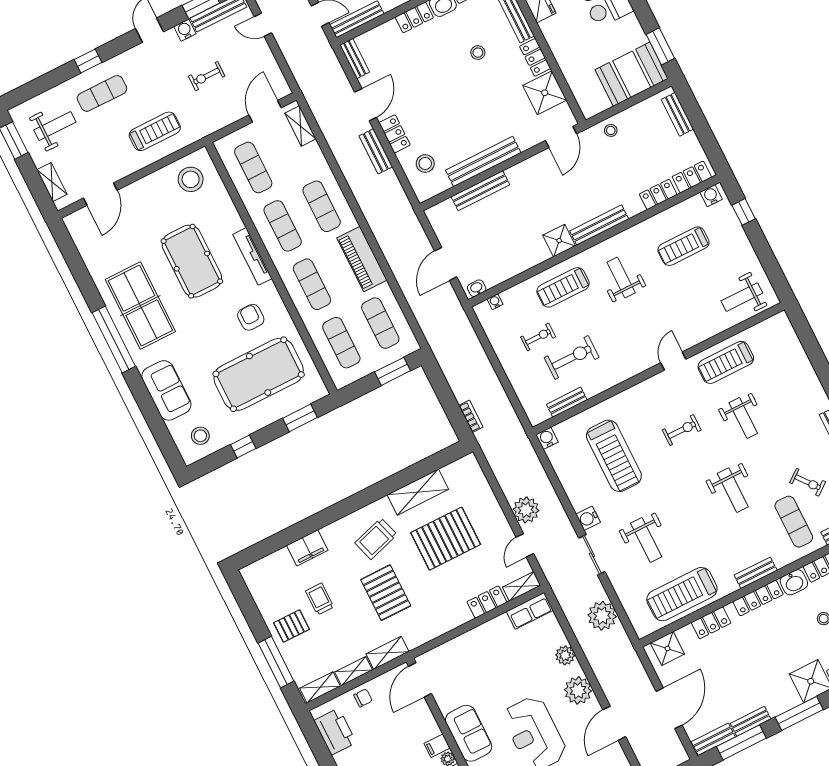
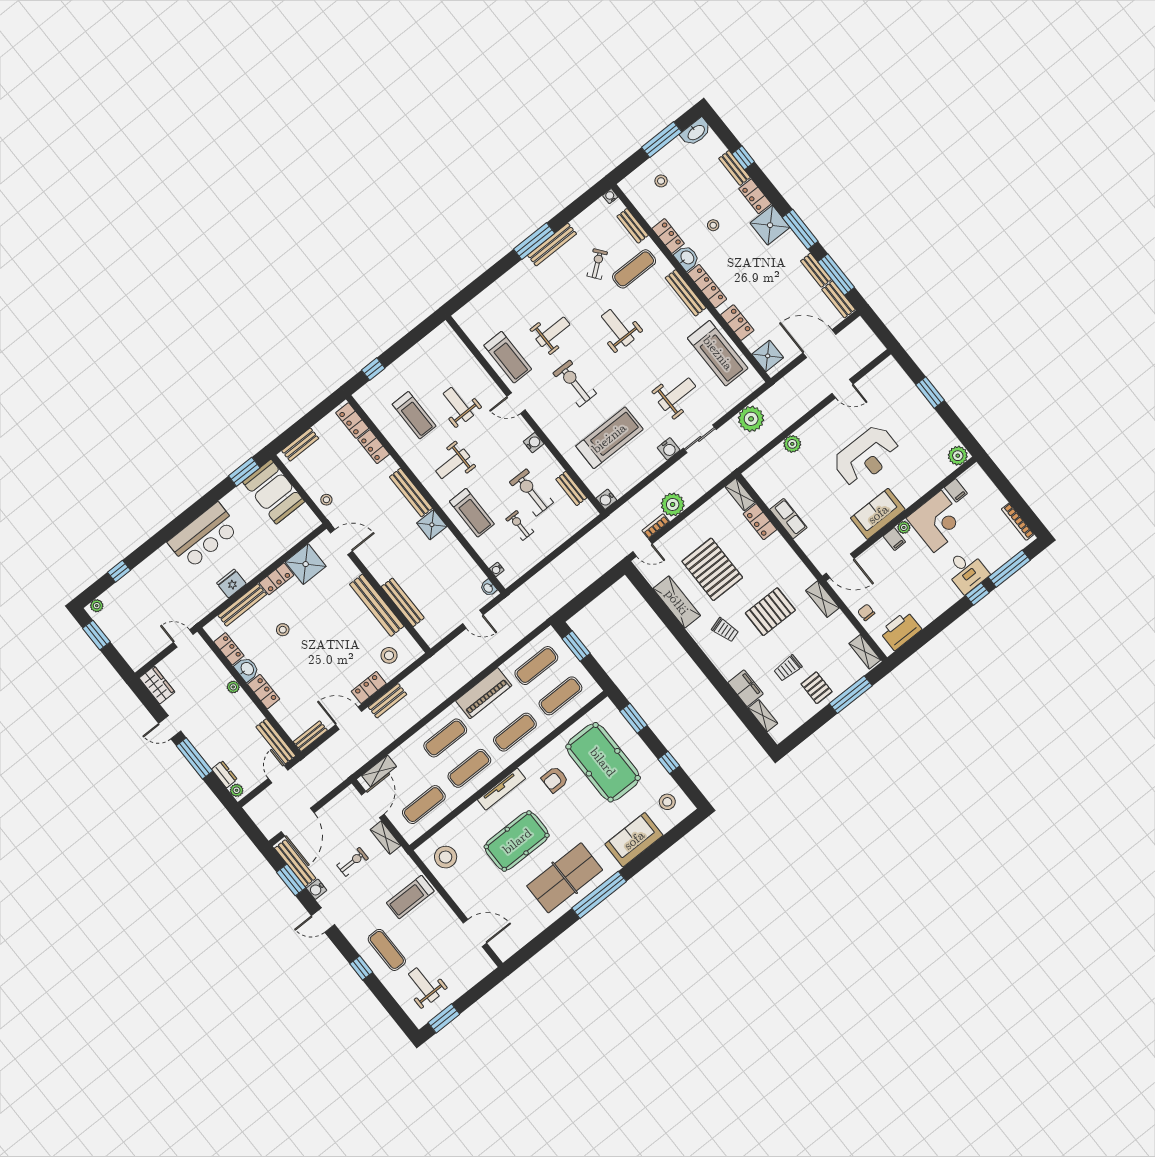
door: (263, 25) -> (298, 822), width x1.87
exercise bike: (207, 76) -> (353, 862), turned -90
door: (265, 111) -> (373, 805), swing flipped
treadmill: (155, 131) -> (410, 897), turned -90
shelving: (52, 182) -> (386, 838), moved, turned 90
water cooler: (711, 196) -> (534, 443), moved, turned 180
door: (446, 264) -> (473, 619), width x0.73
weight bench: (742, 297) -> (458, 404), moved, turned 180
bookcase: (471, 416) -> (656, 526), moved
exercise bike: (682, 430) -> (575, 383), width x1.38, depth x1.39
weight bench: (733, 490) -> (618, 328), turned -90
trolley: (376, 539) -> (725, 630), width x0.73, depth x0.72
door: (525, 545) -> (642, 548), moved
bench: (756, 573) -> (686, 293), width x1.36
row of seats: (530, 611) -> (788, 519), moved
shelving: (354, 671) -> (763, 716), moved
plant: (578, 690) -> (820, 426), removed
door: (614, 723) -> (842, 389), width x0.73

